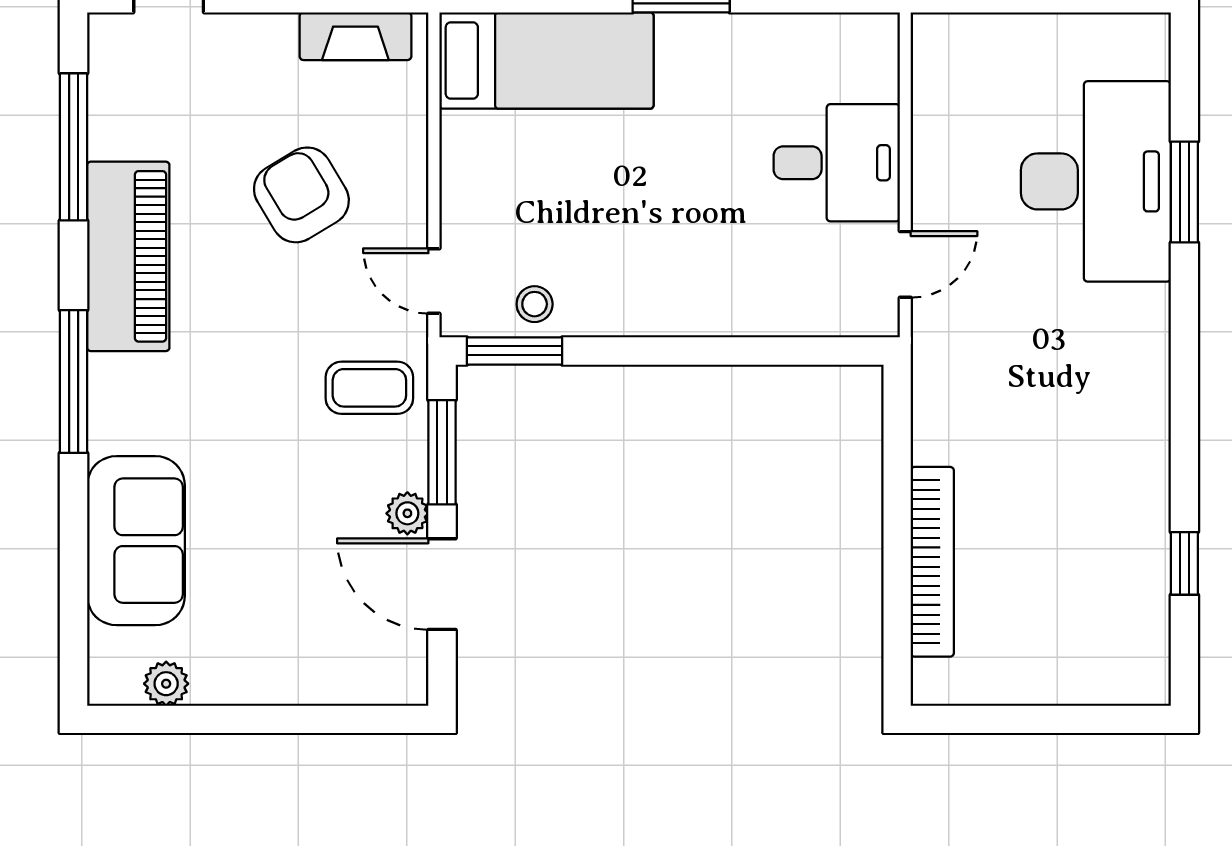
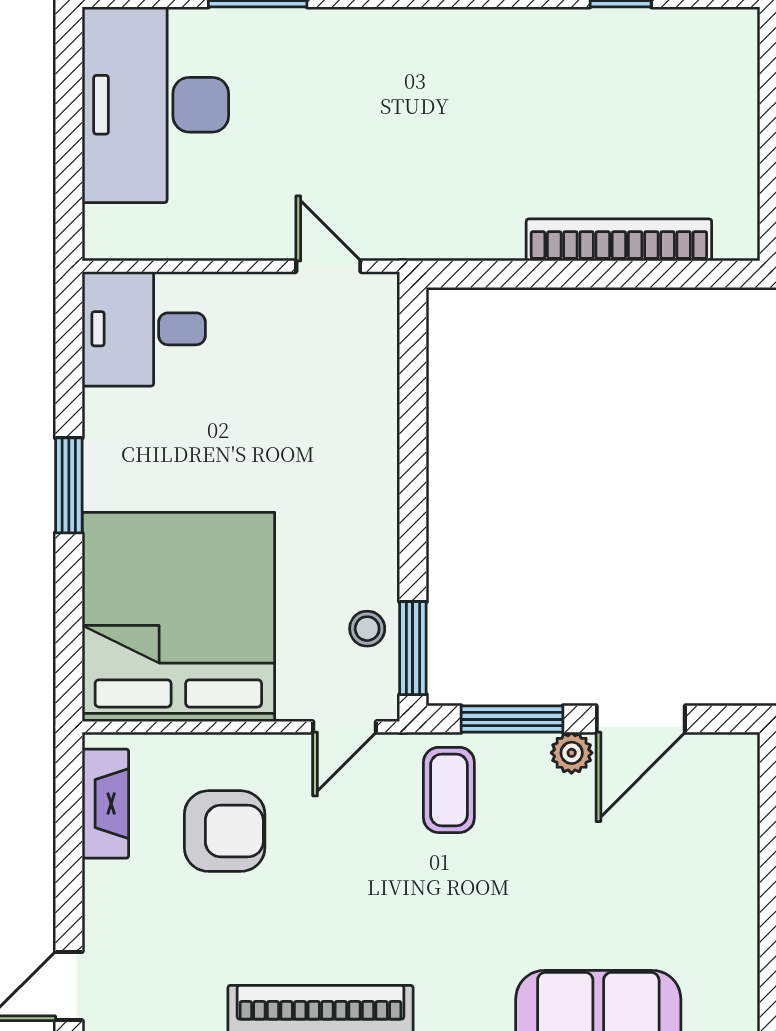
bed: (546, 61) -> (178, 617), width x2.04
desk: (837, 163) -> (144, 329), moved, turned -90
desk: (1096, 181) -> (155, 105), moved, turned -90
armchair: (301, 195) -> (225, 831), moved, turned -149
plant: (166, 684) -> (738, 989), removed

